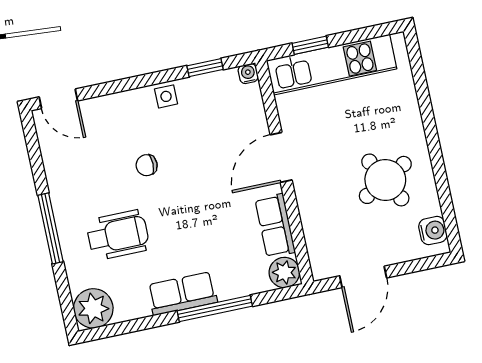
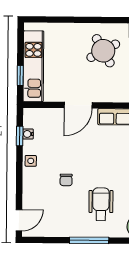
water cooler: (248, 74) -> (28, 134), moved
door: (281, 157) -> (78, 105), hinge flipped

